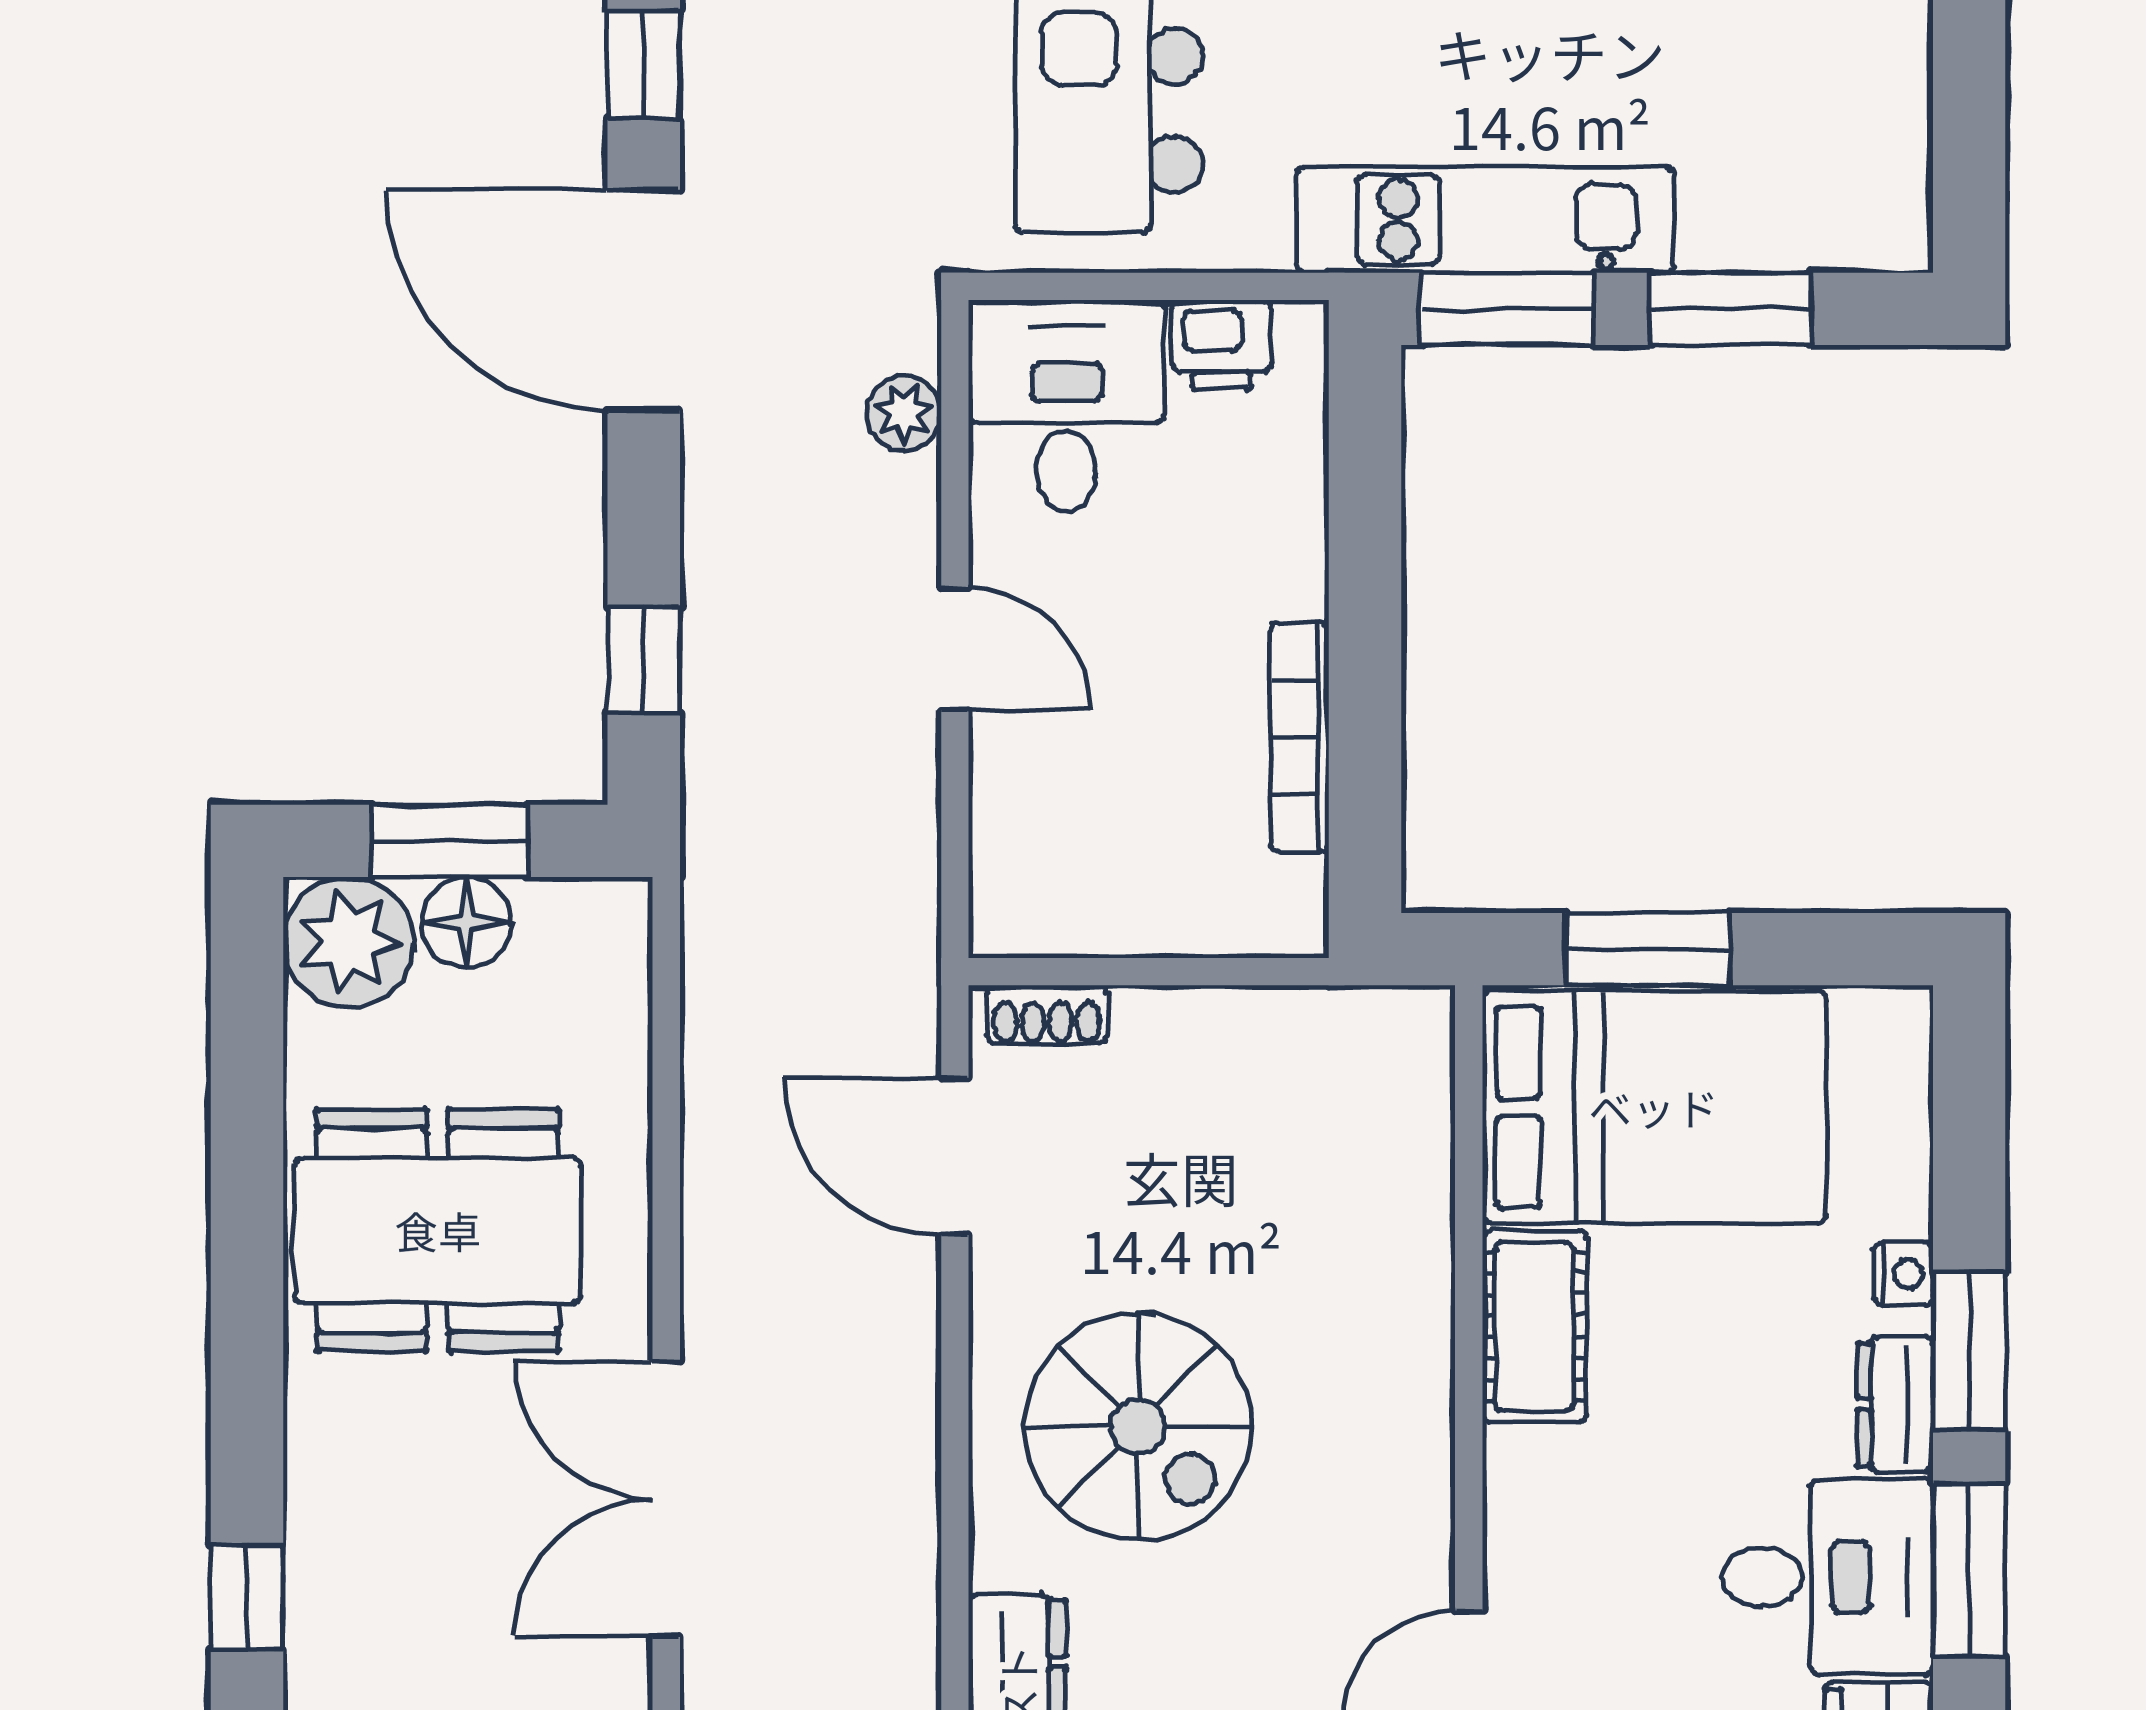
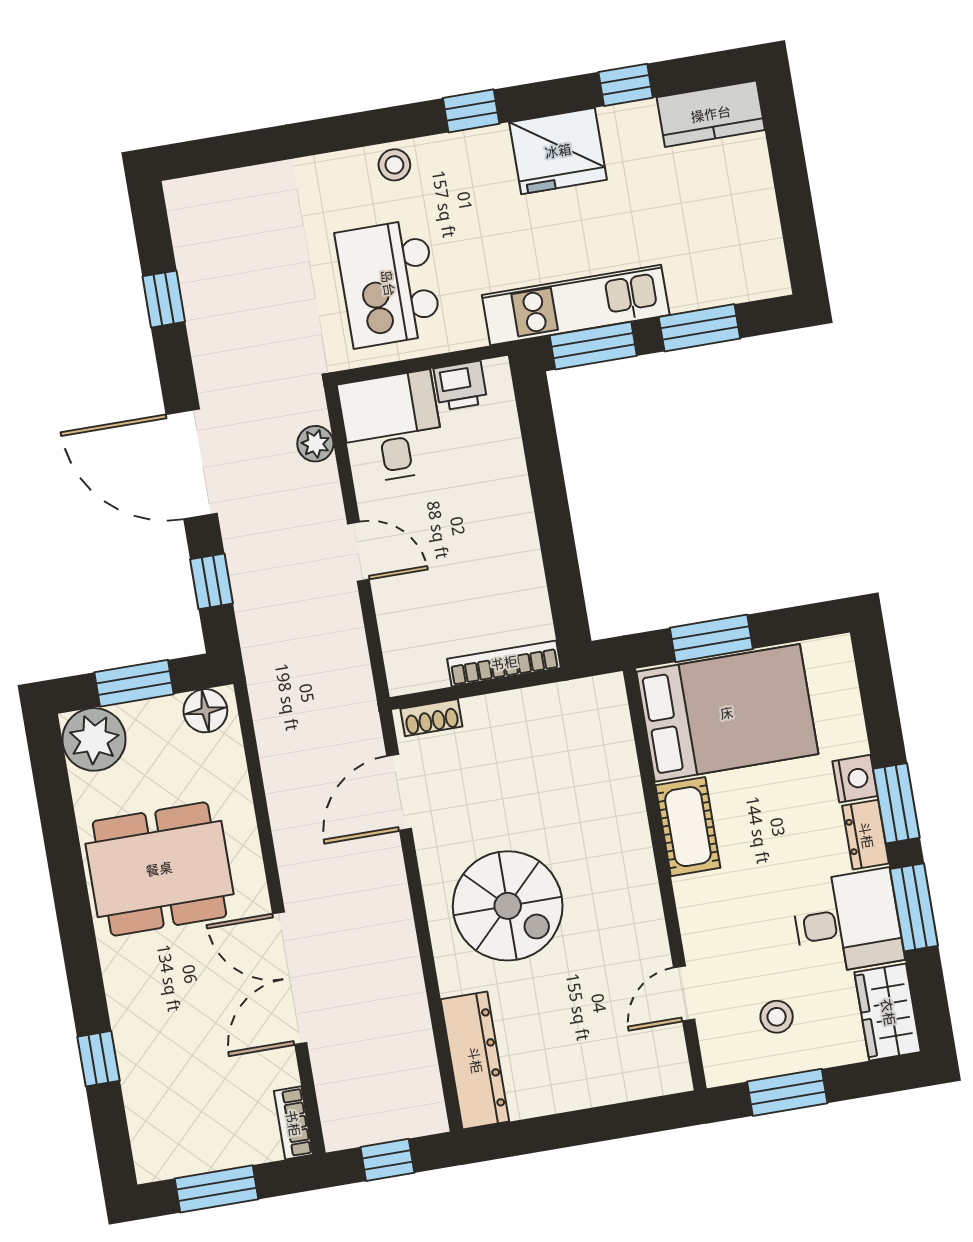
door: (644, 300) -> (192, 464), moved
bookcase: (1300, 737) -> (504, 663), moved, turned 90
floor lamp: (466, 922) -> (205, 711), moved
door: (955, 1156) -> (399, 792), hinge flipped
nightstand: (1903, 1274) -> (855, 779), width x1.39, depth x1.35

